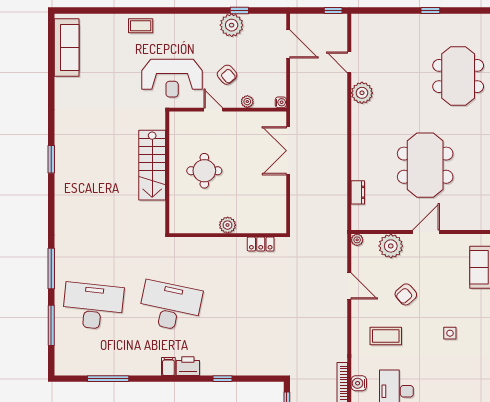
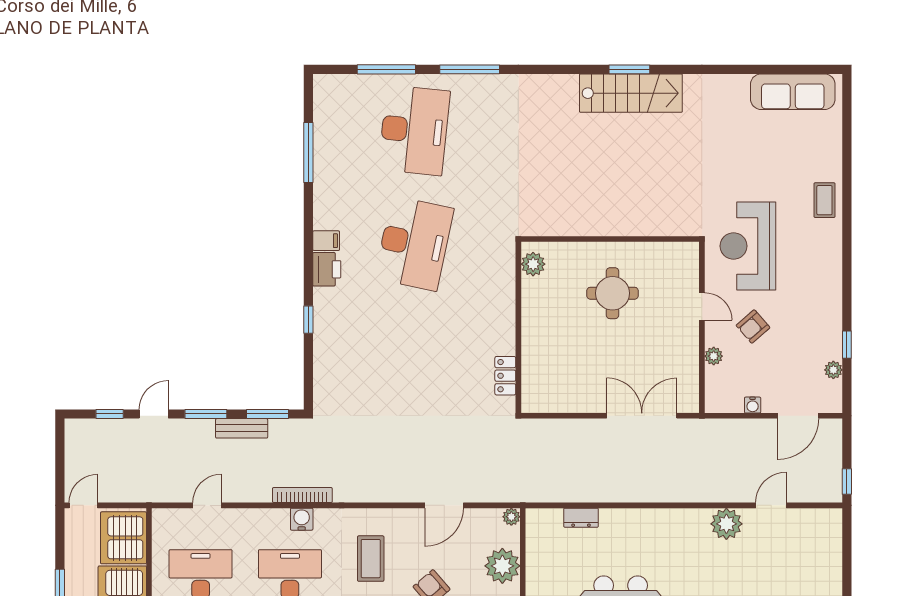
plant: (232, 25) -> (833, 370), moved, width x0.53, depth x0.53
water cooler: (281, 102) -> (753, 405), moved
door: (213, 110) -> (702, 306), hinge flipped
stairs: (152, 165) -> (631, 93), moved, turned 180
plant: (228, 225) -> (533, 264), moved

